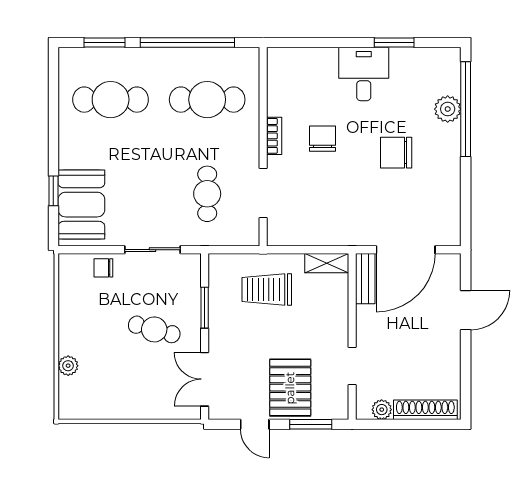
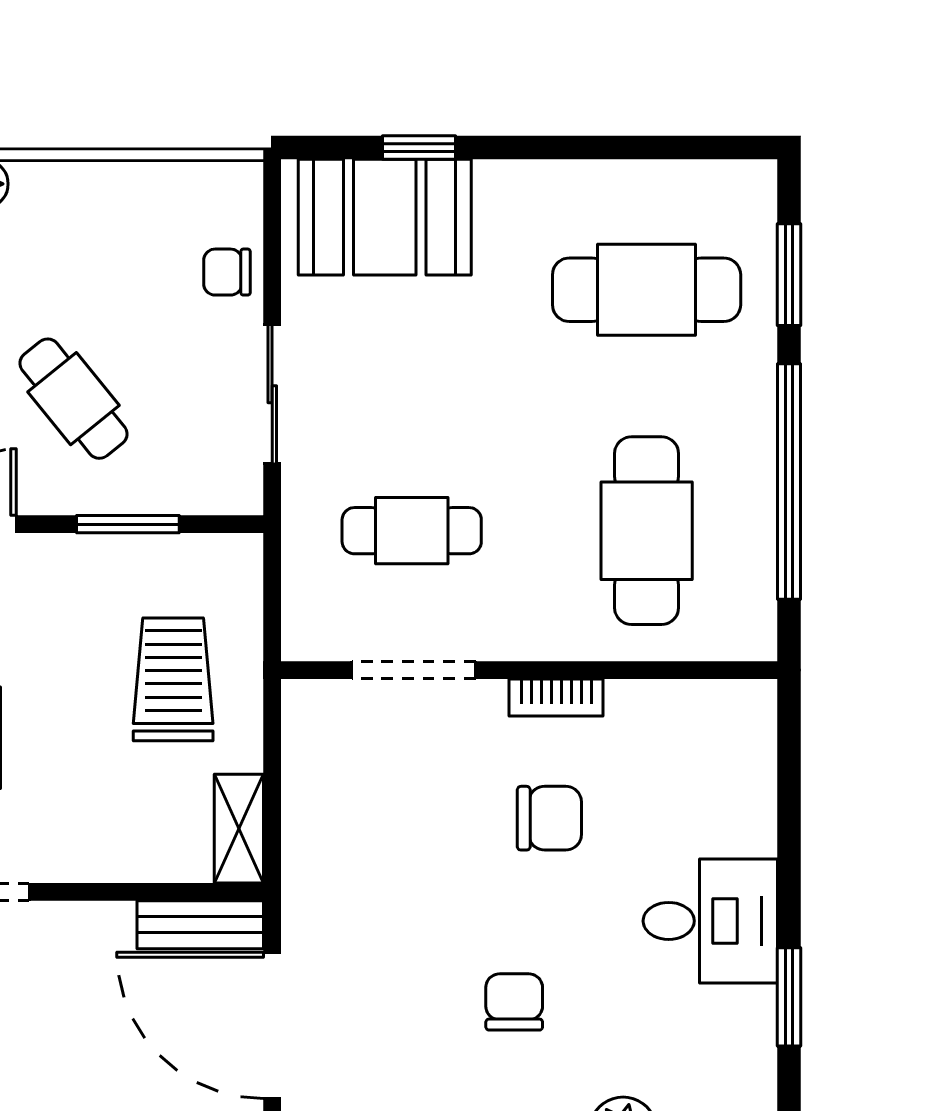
cafe table: (111, 100) -> (647, 290), turned 90
chair: (396, 153) -> (514, 1002), width x0.73, depth x0.73
chair: (103, 268) -> (227, 272), turned -90
cafe table: (154, 329) -> (73, 399), turned -54

